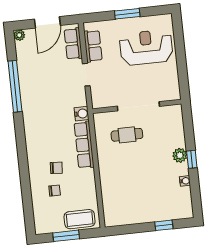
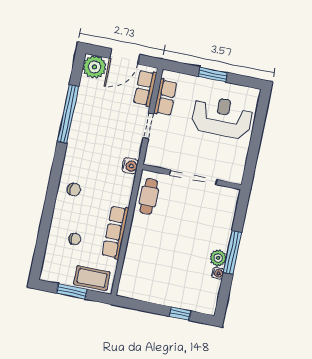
plant: (19, 35) -> (94, 67), width x1.87, depth x1.87
cafe table: (127, 135) -> (149, 196), moved, turned 90
row of seats: (84, 145) -> (115, 232), moved
plant: (180, 155) -> (218, 258), moved
window: (192, 159) -> (232, 252), width x2.17
chair: (56, 168) -> (74, 189), moved

